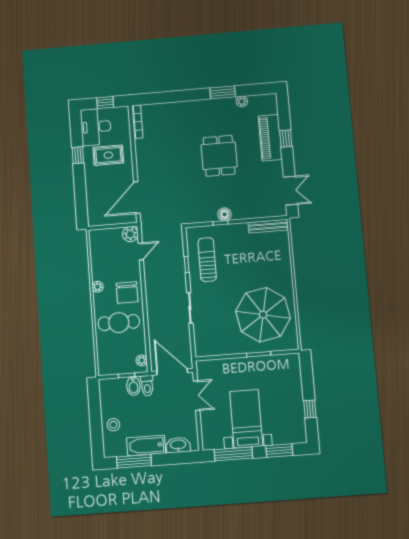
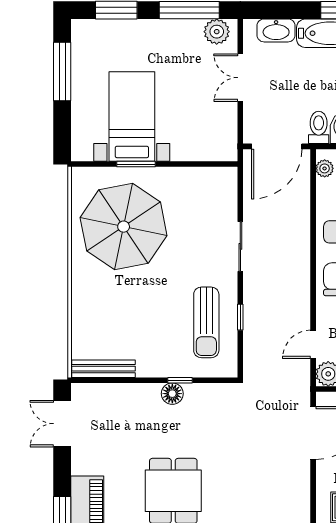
door: (172, 372) -> (277, 146), hinge flipped
double door: (197, 396) -> (240, 78), moved
window: (310, 409) -> (62, 71), width x2.17
bed with nightstands: (246, 419) -> (132, 117), moved, turned 180
plant: (215, 441) -> (217, 32), added

